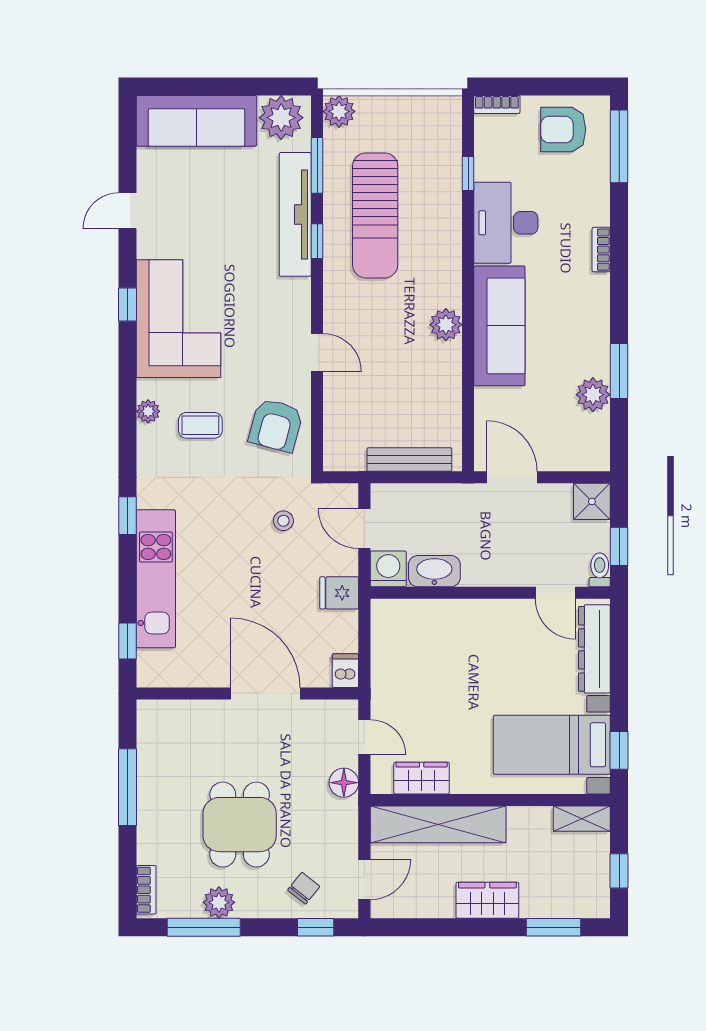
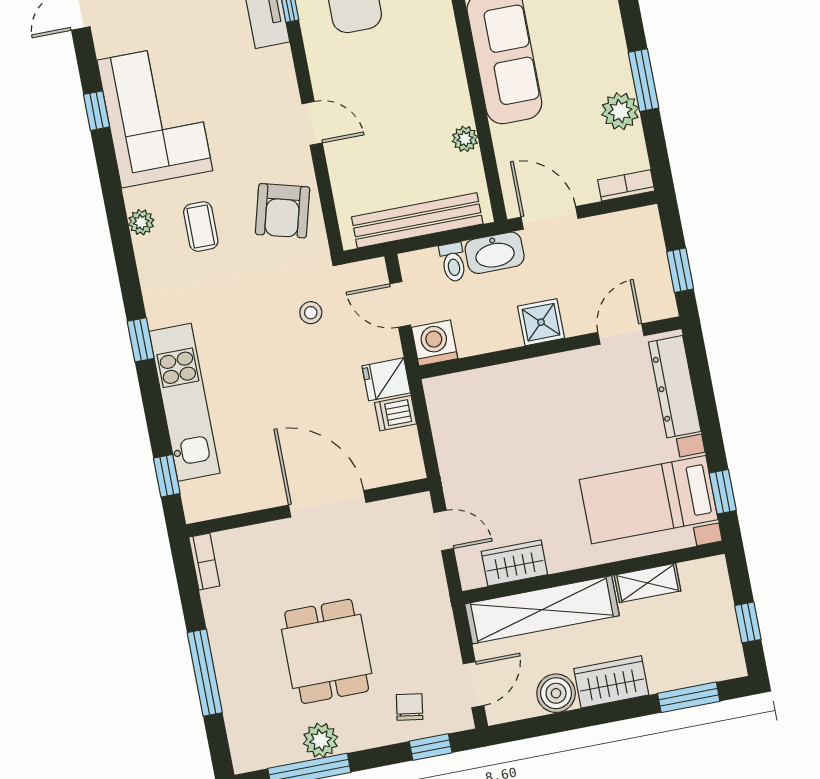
plant: (446, 325) -> (465, 139), moved, width x0.73, depth x0.73
coffee table: (200, 425) -> (201, 226), turned 90
bench: (409, 460) -> (417, 220), width x1.37, depth x1.21
bookcase: (586, 462) -> (626, 185), added
shower: (592, 501) -> (541, 322), moved
toilet: (600, 570) -> (453, 262), moved, turned 180
washbasin: (434, 571) -> (495, 253), moved, turned 180
door: (555, 593) -> (621, 334), swing flipped
dishwasher: (345, 671) -> (396, 413), moved, turned -90
floor lamp: (344, 783) -> (431, 584), removed
window: (128, 787) -> (205, 673), moved
shelving: (582, 819) -> (648, 583), moved
chair: (304, 888) -> (410, 707), turned -30
bookcase: (146, 890) -> (204, 562), moved
boiler: (436, 901) -> (556, 693), added

